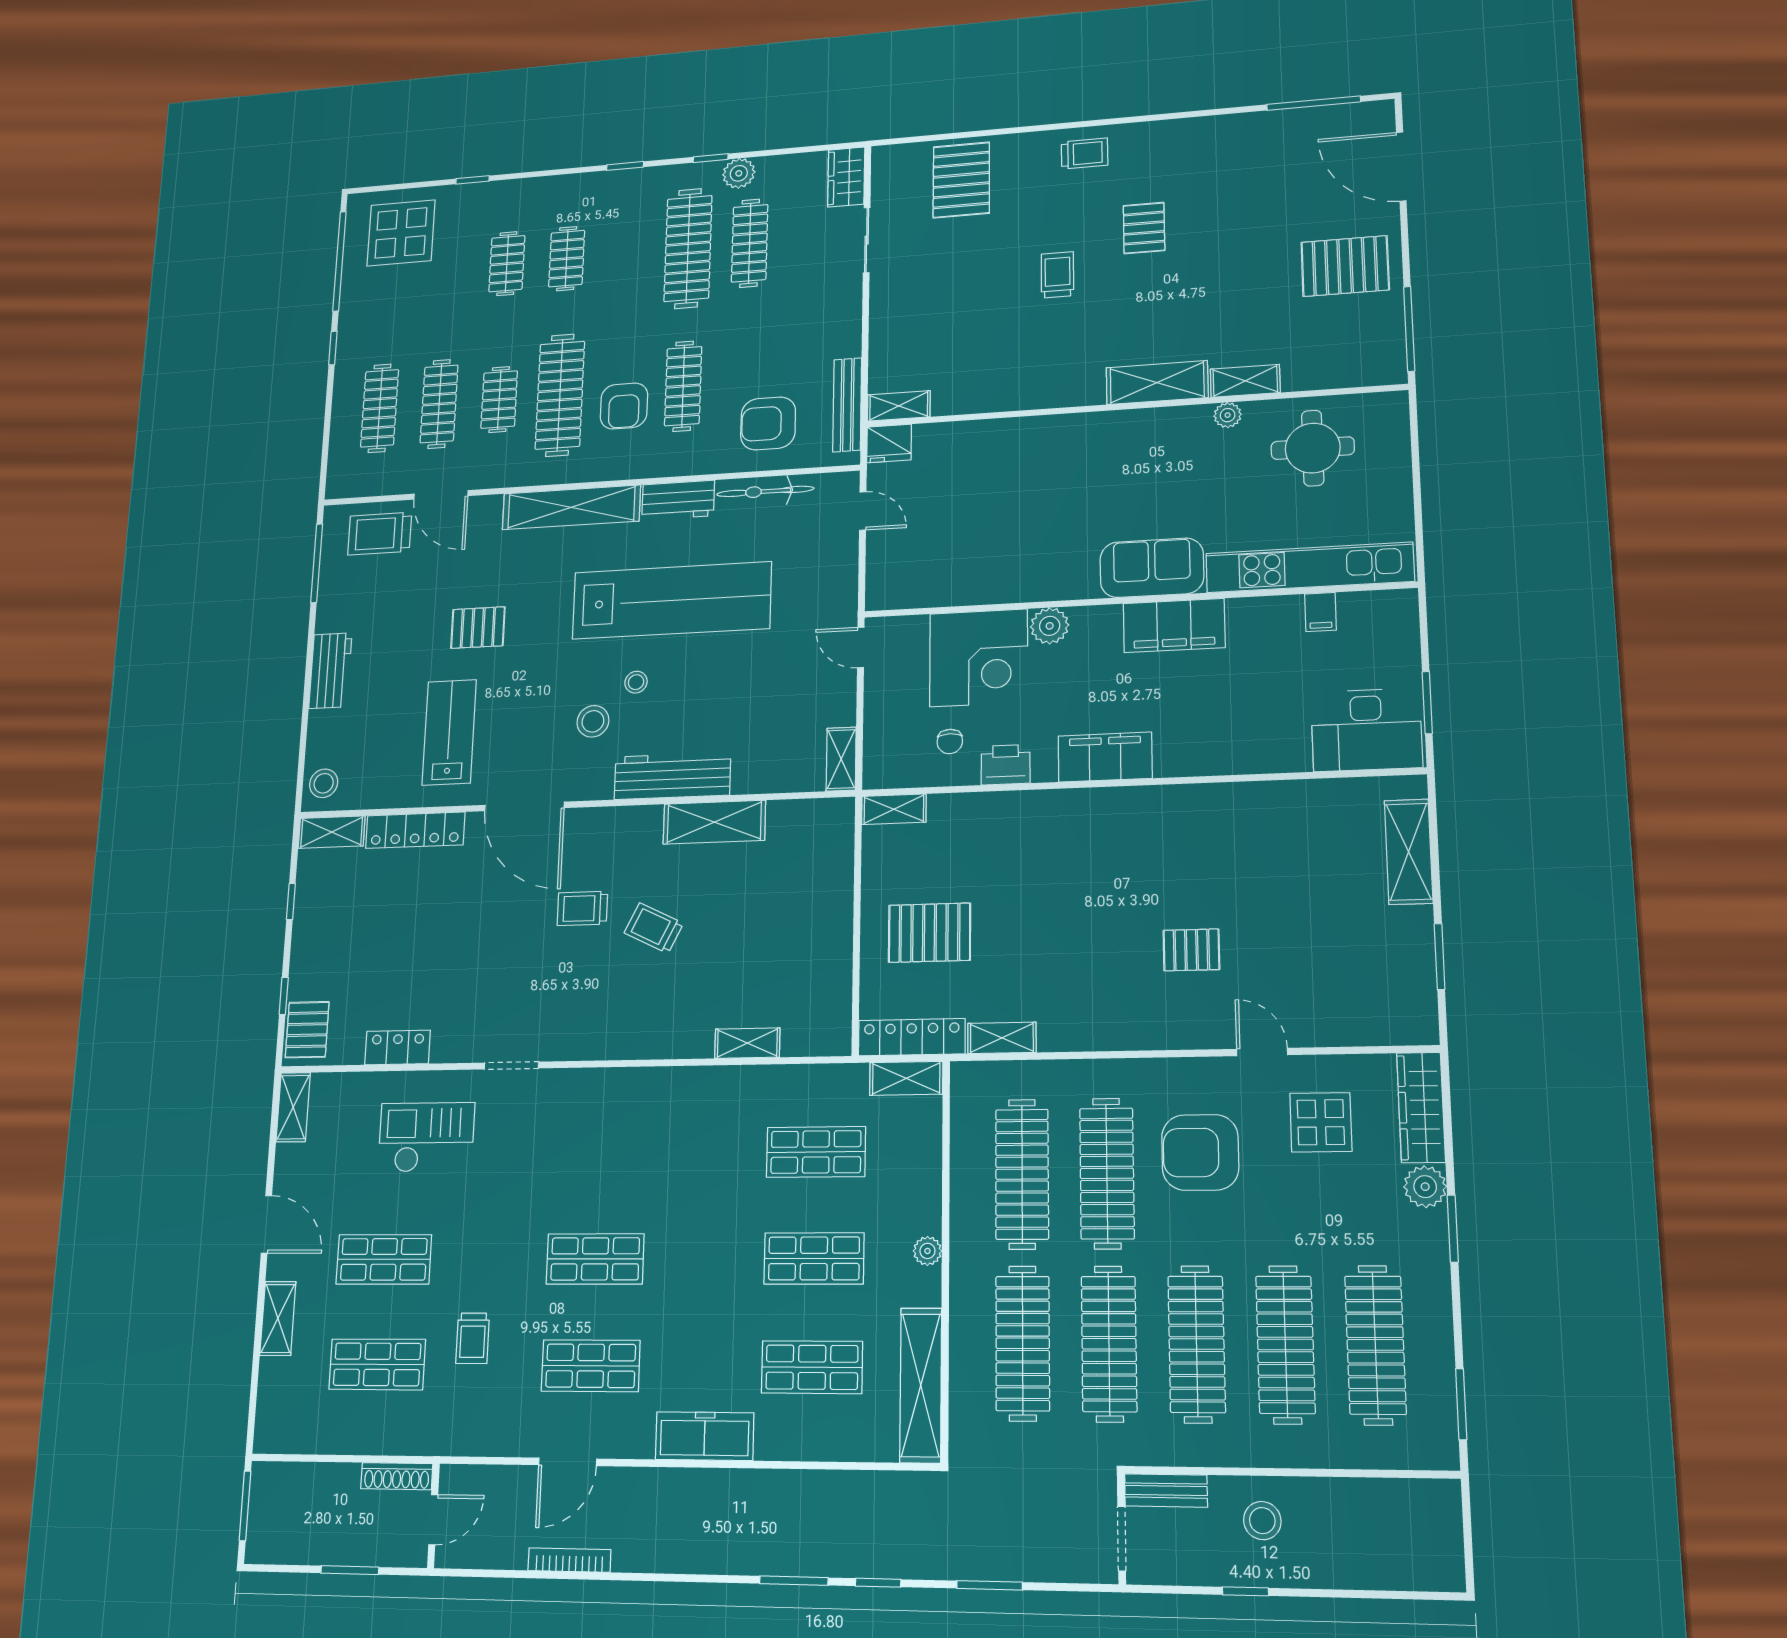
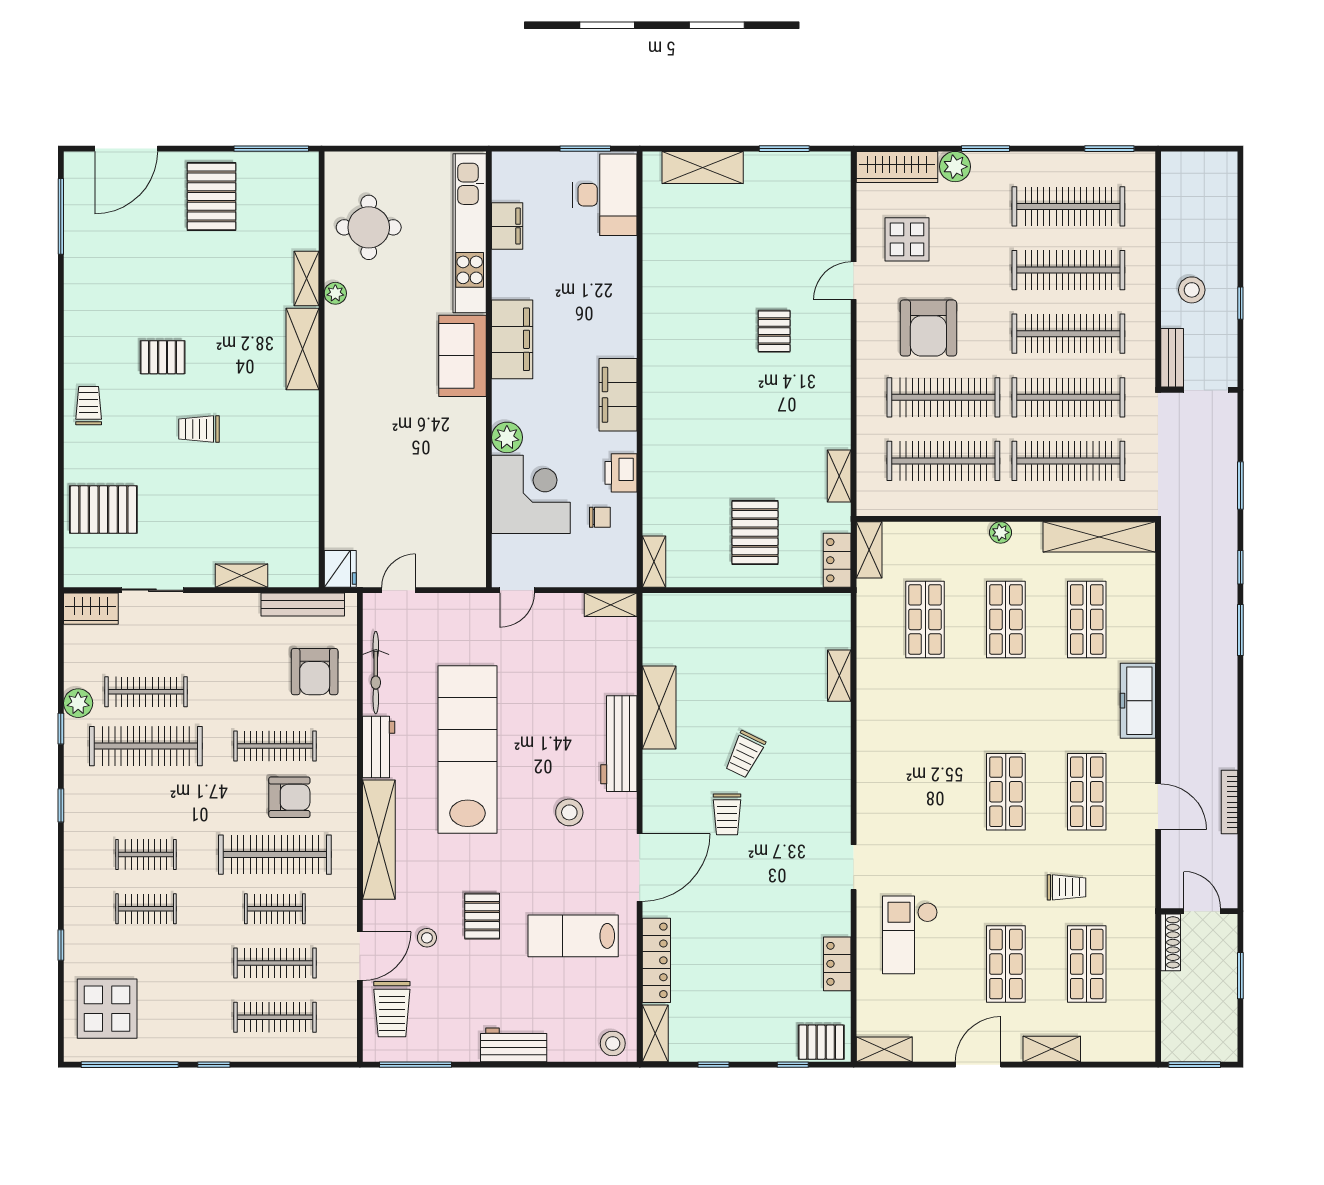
shelving: (899, 406) -> (241, 576), moved, turned 90
filing cabinet: (1320, 612) -> (507, 226), width x2.00
stool: (636, 682) -> (427, 938), moved
locker: (912, 1037) -> (837, 560), width x0.66

